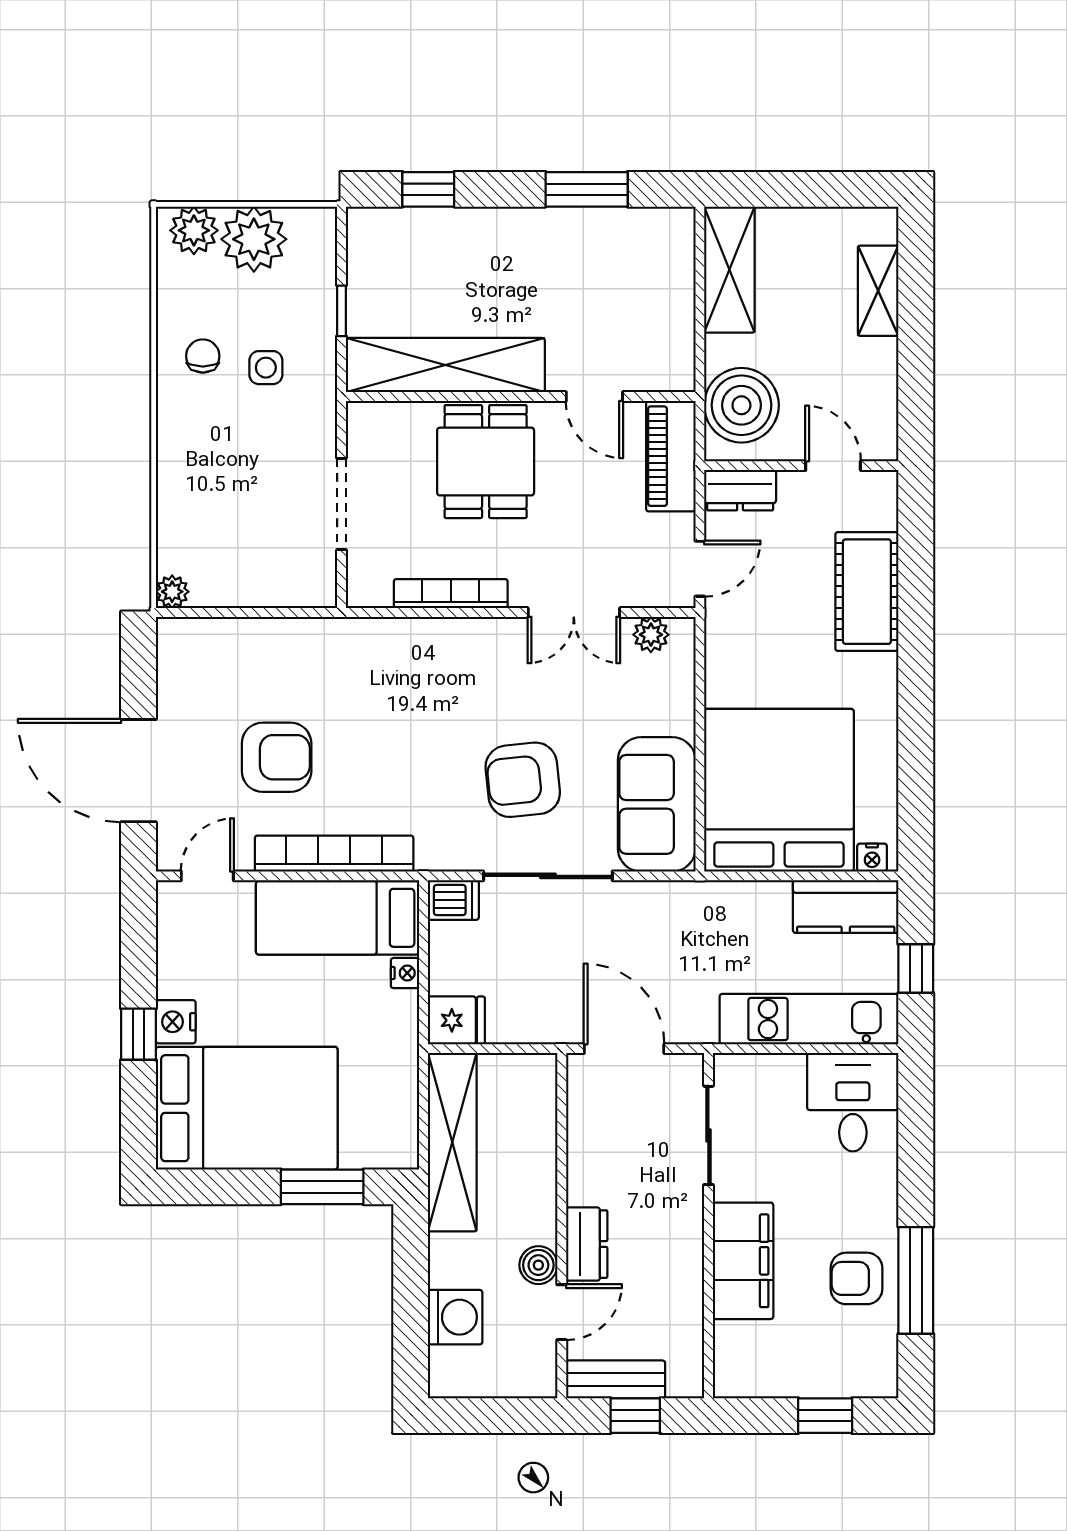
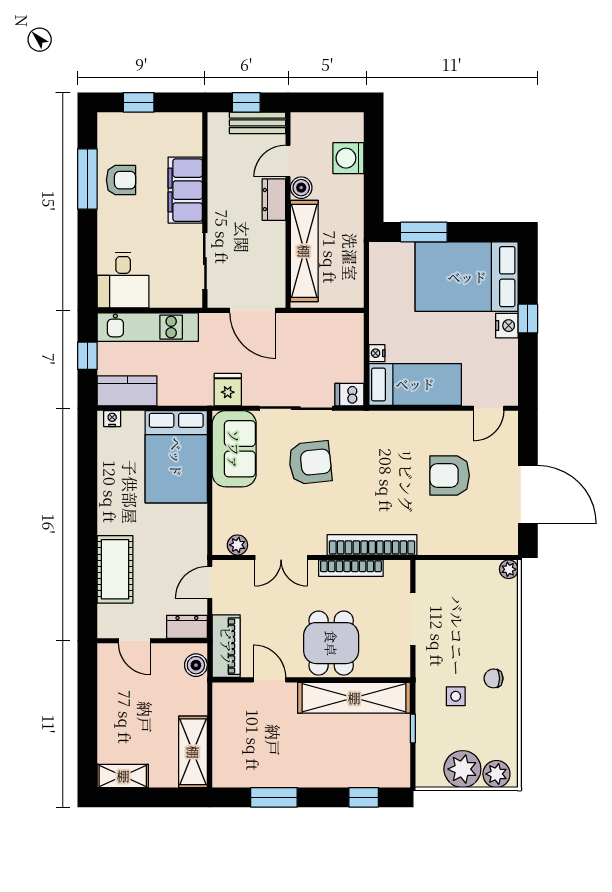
shelving: (878, 291) -> (123, 776), moved, turned 90
chair: (203, 356) -> (494, 678), moved, turned 90
boiler: (741, 405) -> (196, 665), width x0.54, depth x0.54
double door: (574, 612) -> (281, 557), swing flipped
door: (139, 771) -> (528, 495), moved
bed: (779, 790) -> (176, 457), width x0.73
bookcase: (334, 854) -> (372, 545), moved, turned 180
fridge: (456, 1020) -> (228, 390), moved, turned 90
shelving: (452, 1142) -> (304, 251), moved

